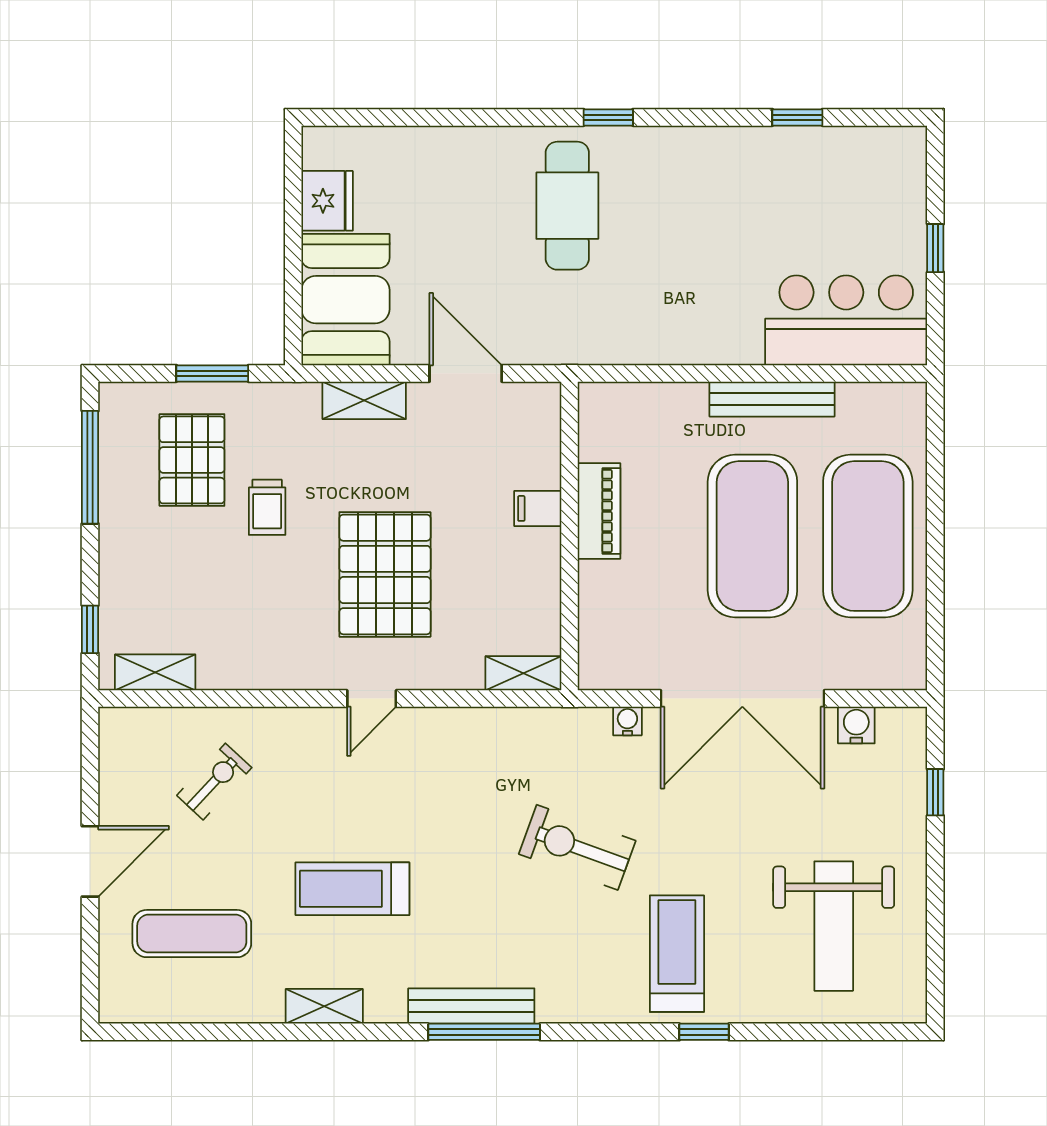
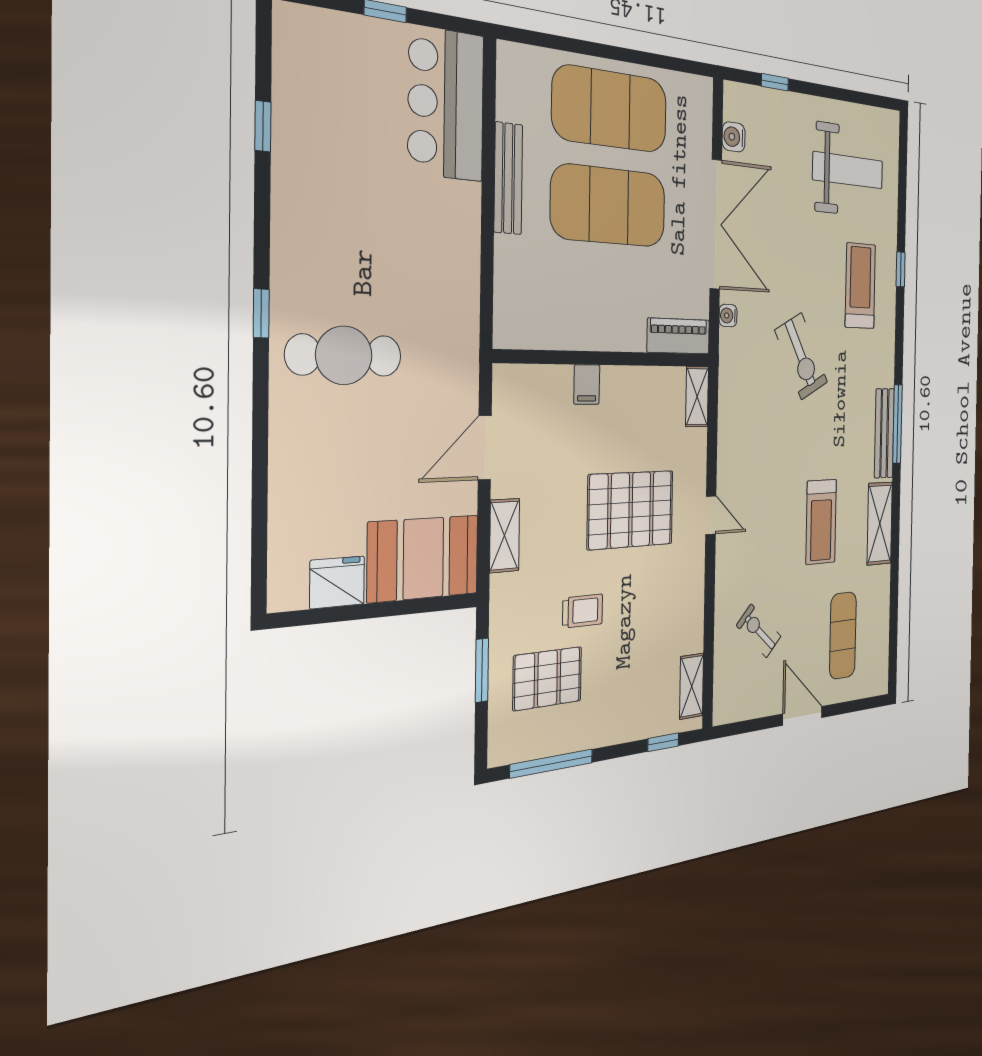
piano: (599, 511) -> (678, 336), moved
exercise bike: (577, 847) -> (801, 356), turned -48
treadmill: (677, 954) -> (860, 286), turned 90
shelving: (324, 1006) -> (880, 524), width x1.50, depth x1.33

